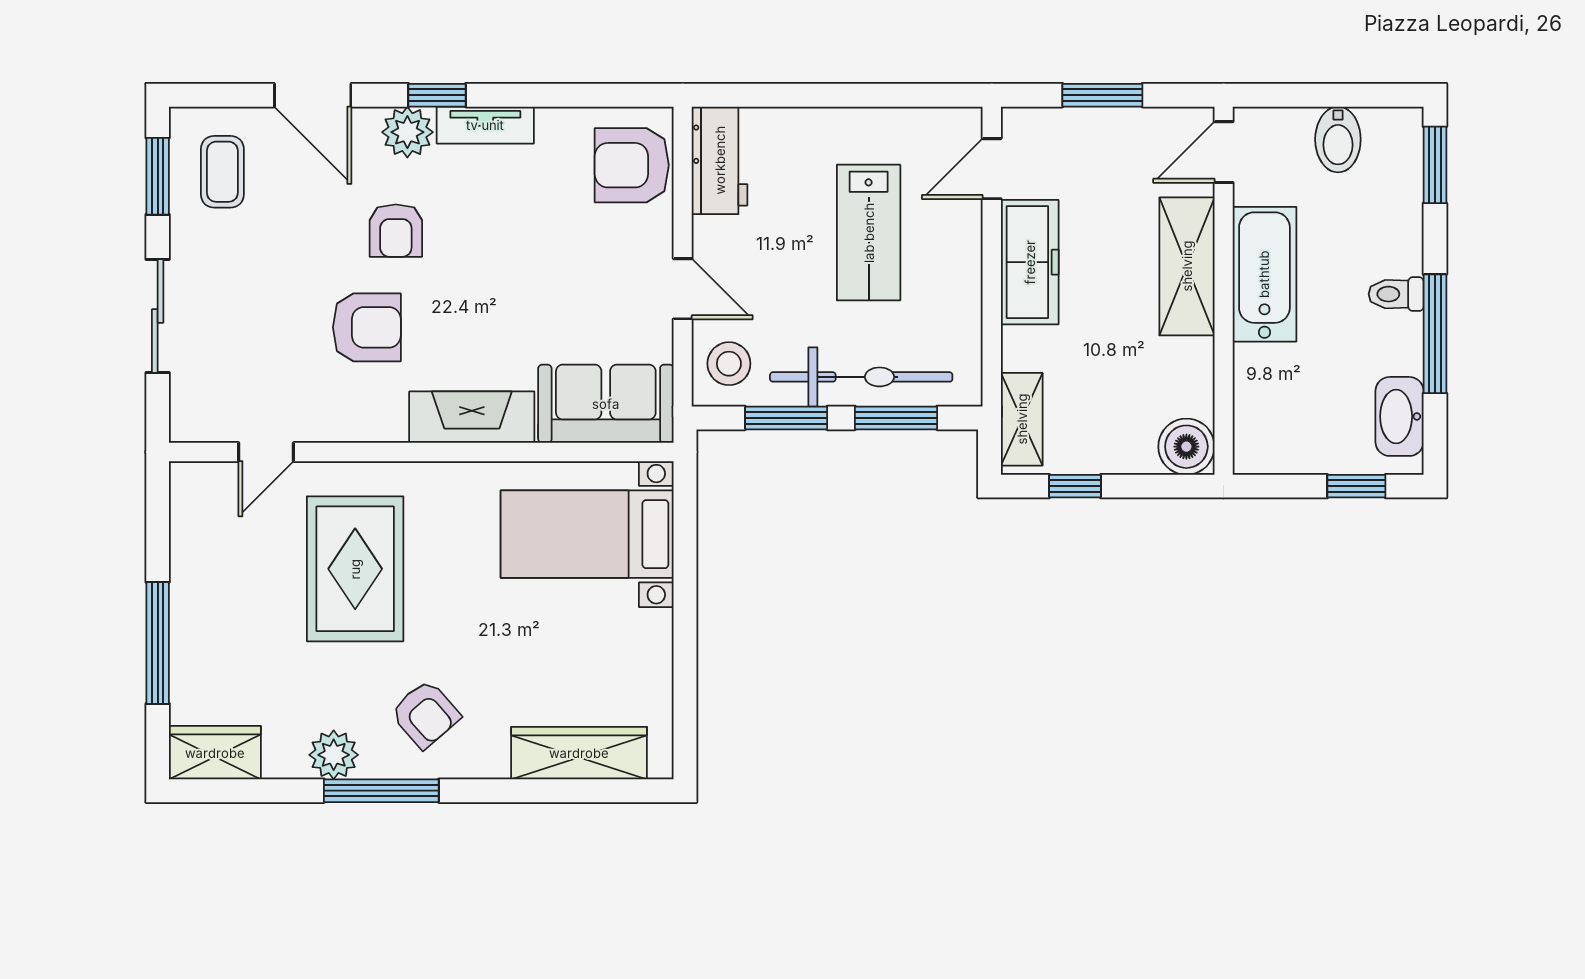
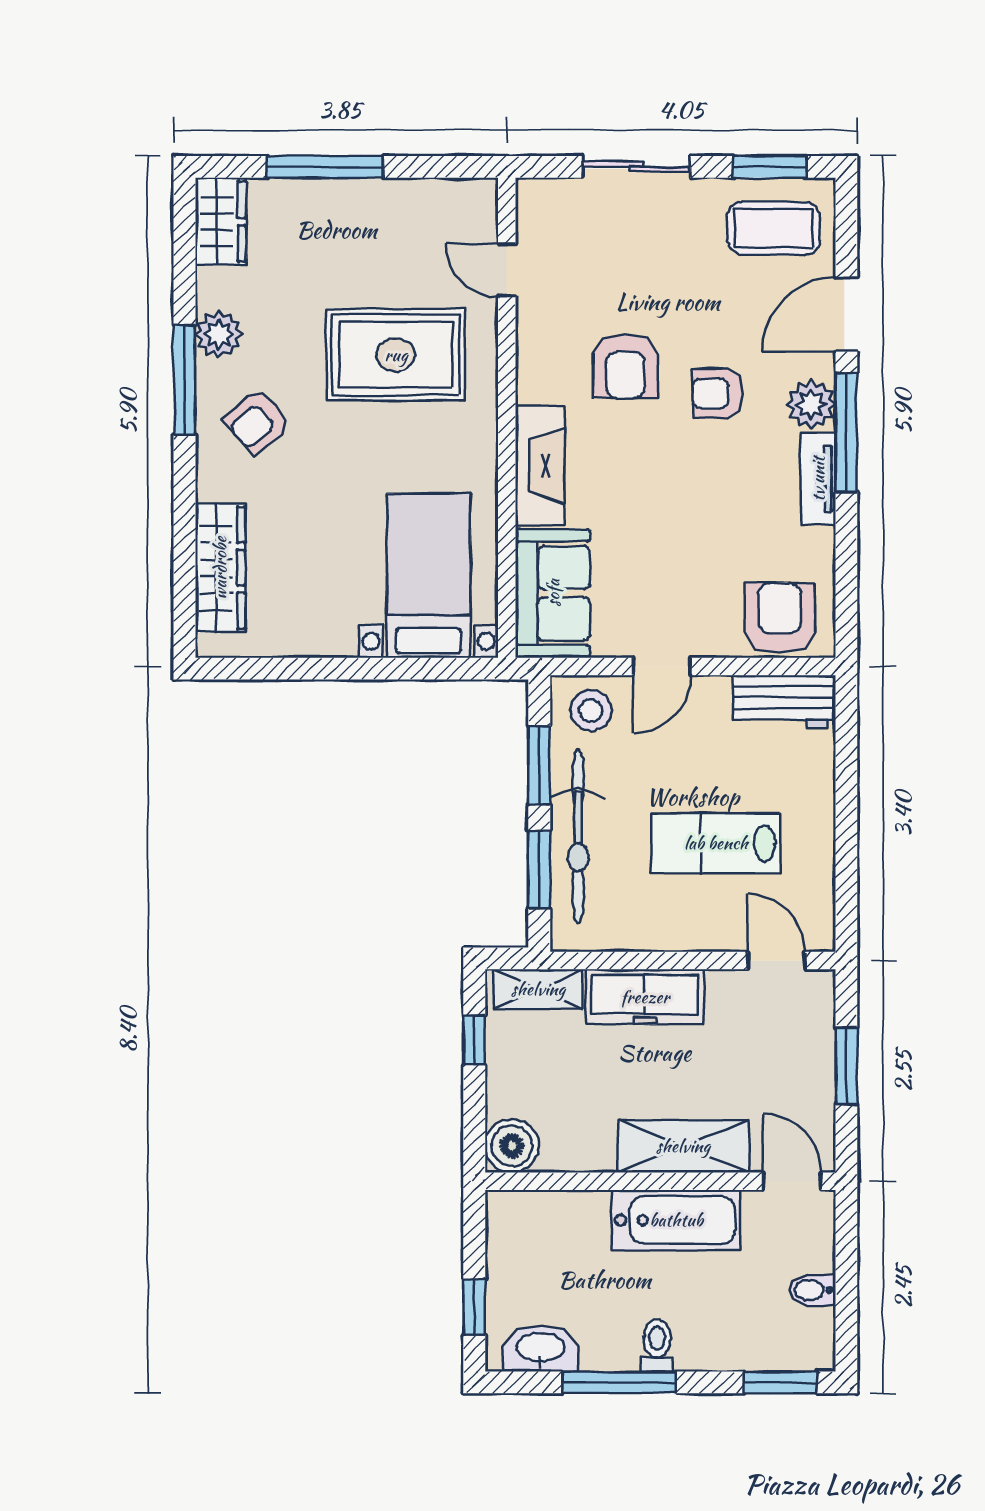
window: (437, 95) -> (846, 433), width x2.17
bidet: (1338, 139) -> (812, 1290), width x0.72, depth x0.74
coffee table: (222, 172) -> (773, 228), width x1.36, depth x1.30
freezer: (1030, 262) -> (645, 997), moved

